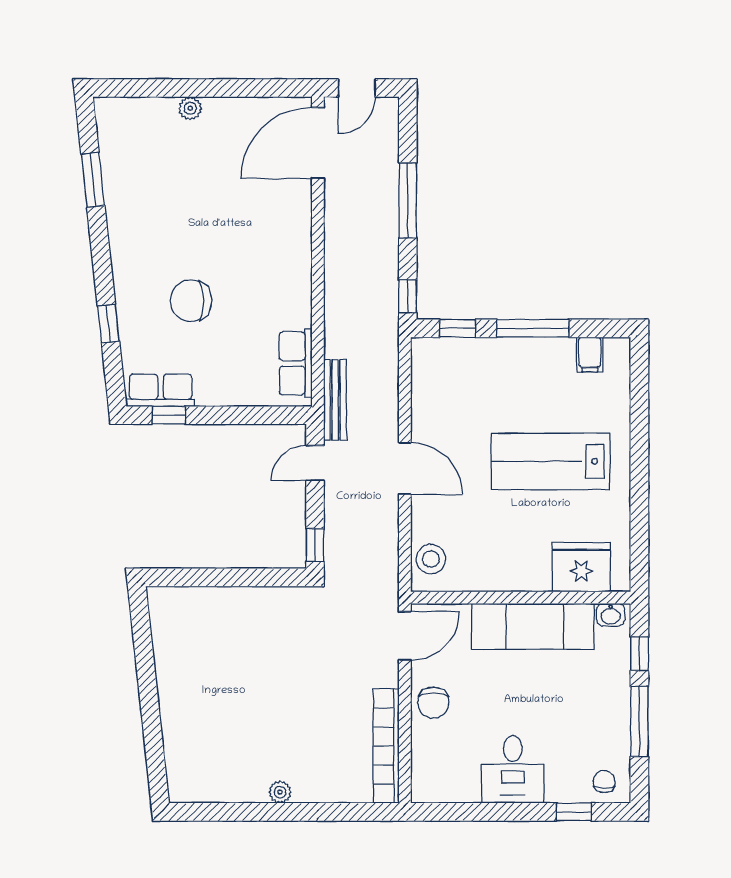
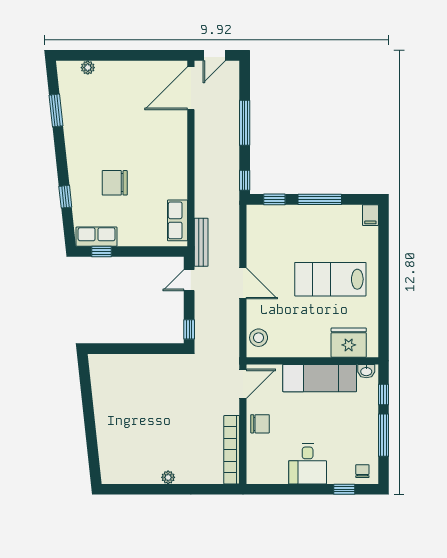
plant: (190, 108) -> (88, 68), moved
filing cabinet: (590, 354) -> (370, 215), moved
chair: (433, 703) -> (260, 424), turned -90

